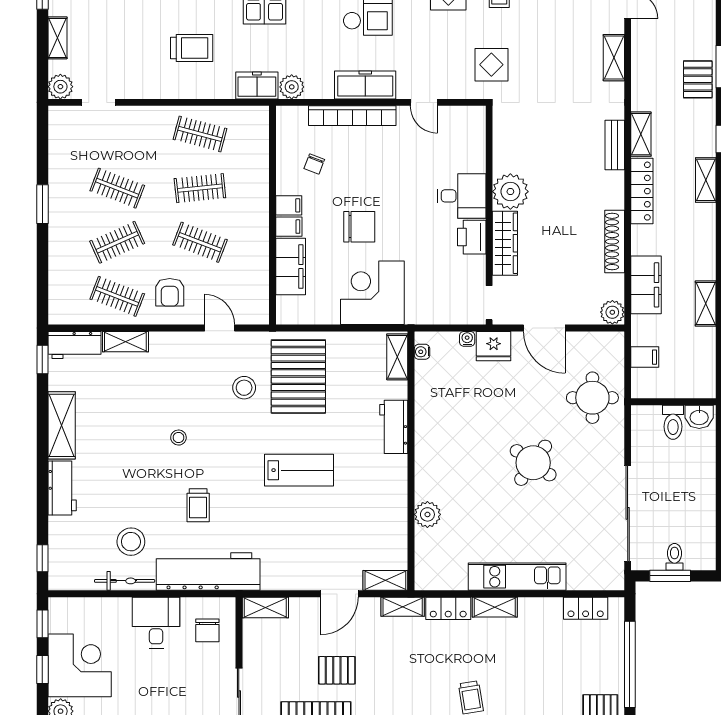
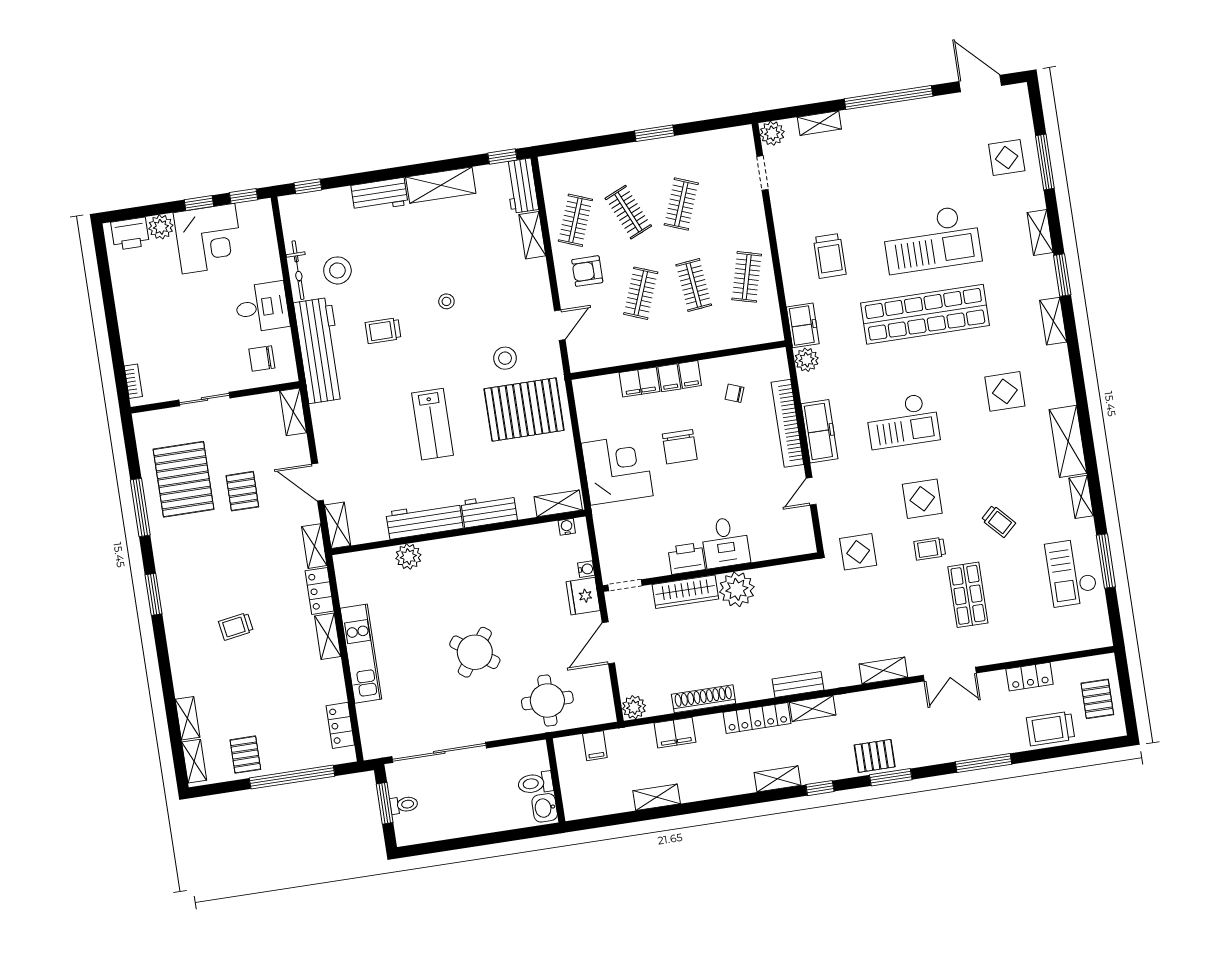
filing cabinet: (291, 267) -> (639, 382), width x0.67, depth x0.86
filing cabinet: (646, 285) -> (675, 733), width x0.67, depth x0.86
workbench: (394, 493) -> (425, 520), added

